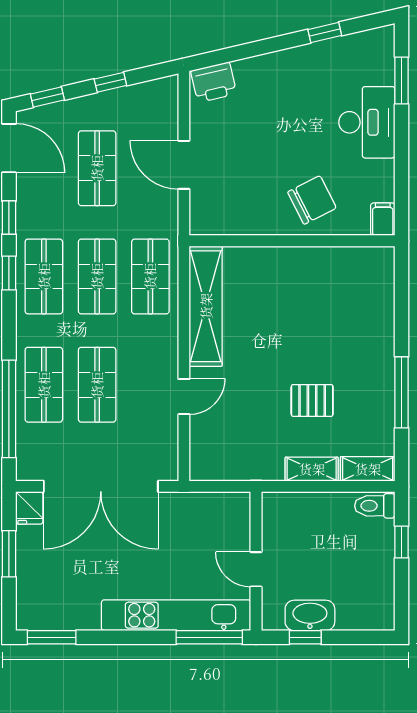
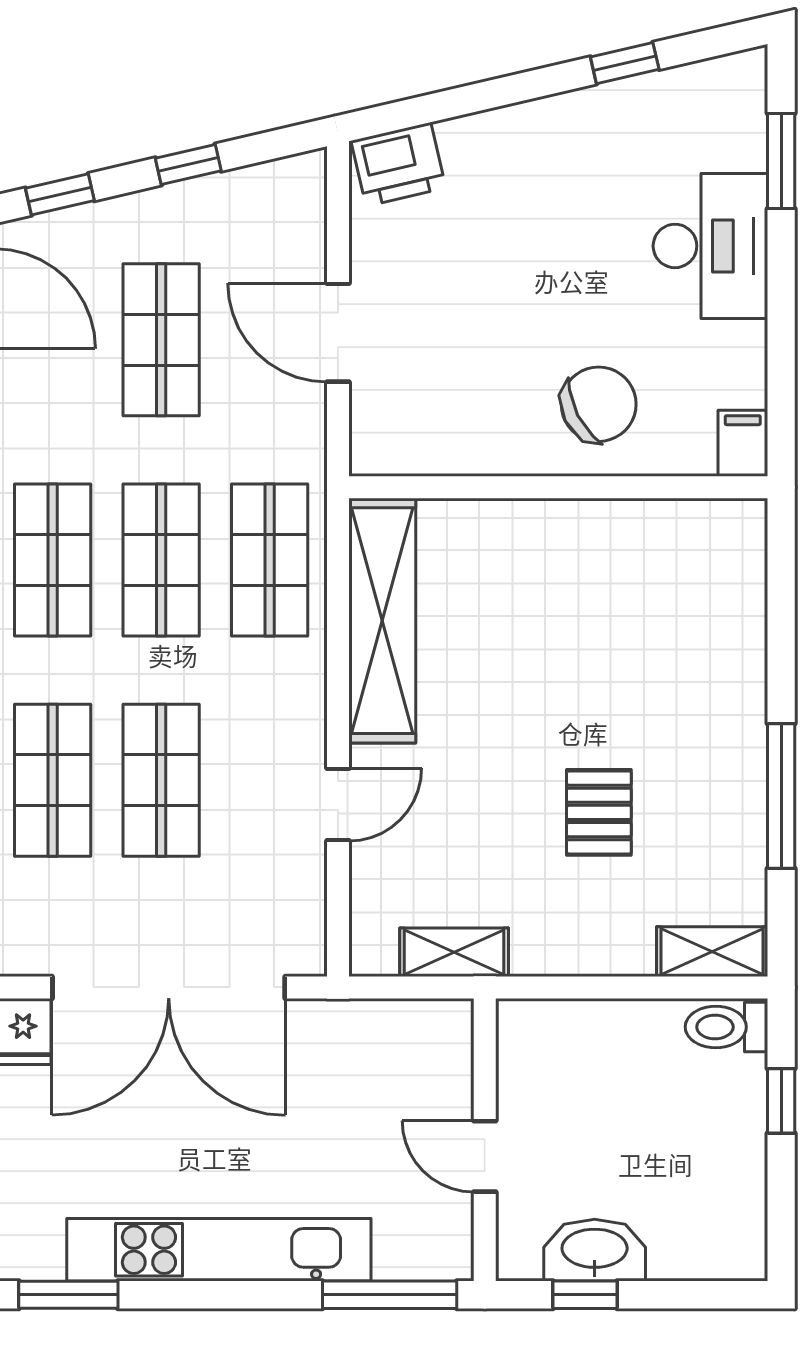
pallet: (312, 400) -> (599, 812), turned 90
shelving: (312, 469) -> (454, 952), moved
kitchen unit: (176, 615) -> (219, 1250), moved

